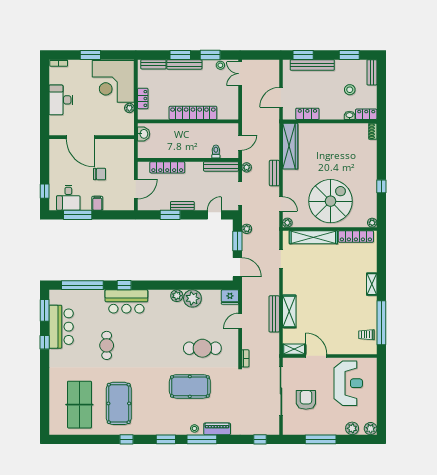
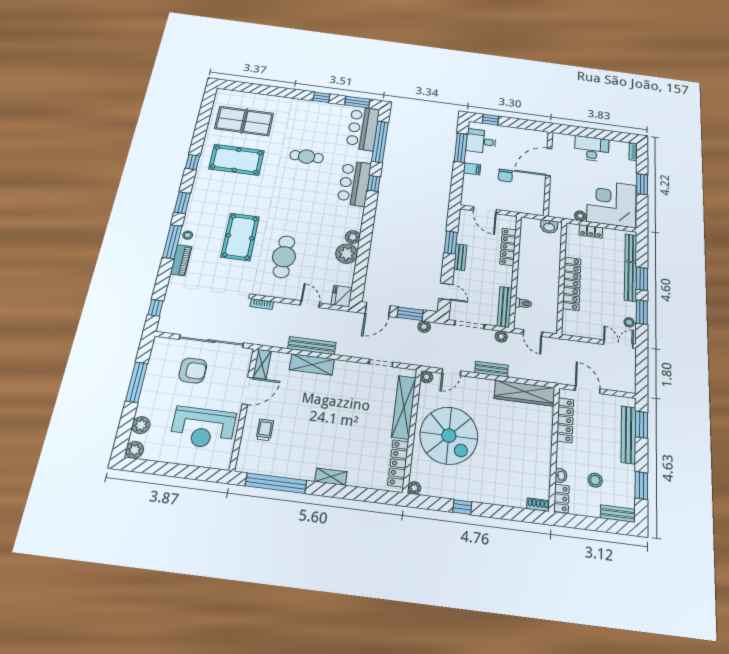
locker: (307, 114) -> (565, 420), width x1.53
bar counter: (61, 327) -> (363, 128), moved, turned 90
trolley: (366, 335) -> (265, 430), moved

